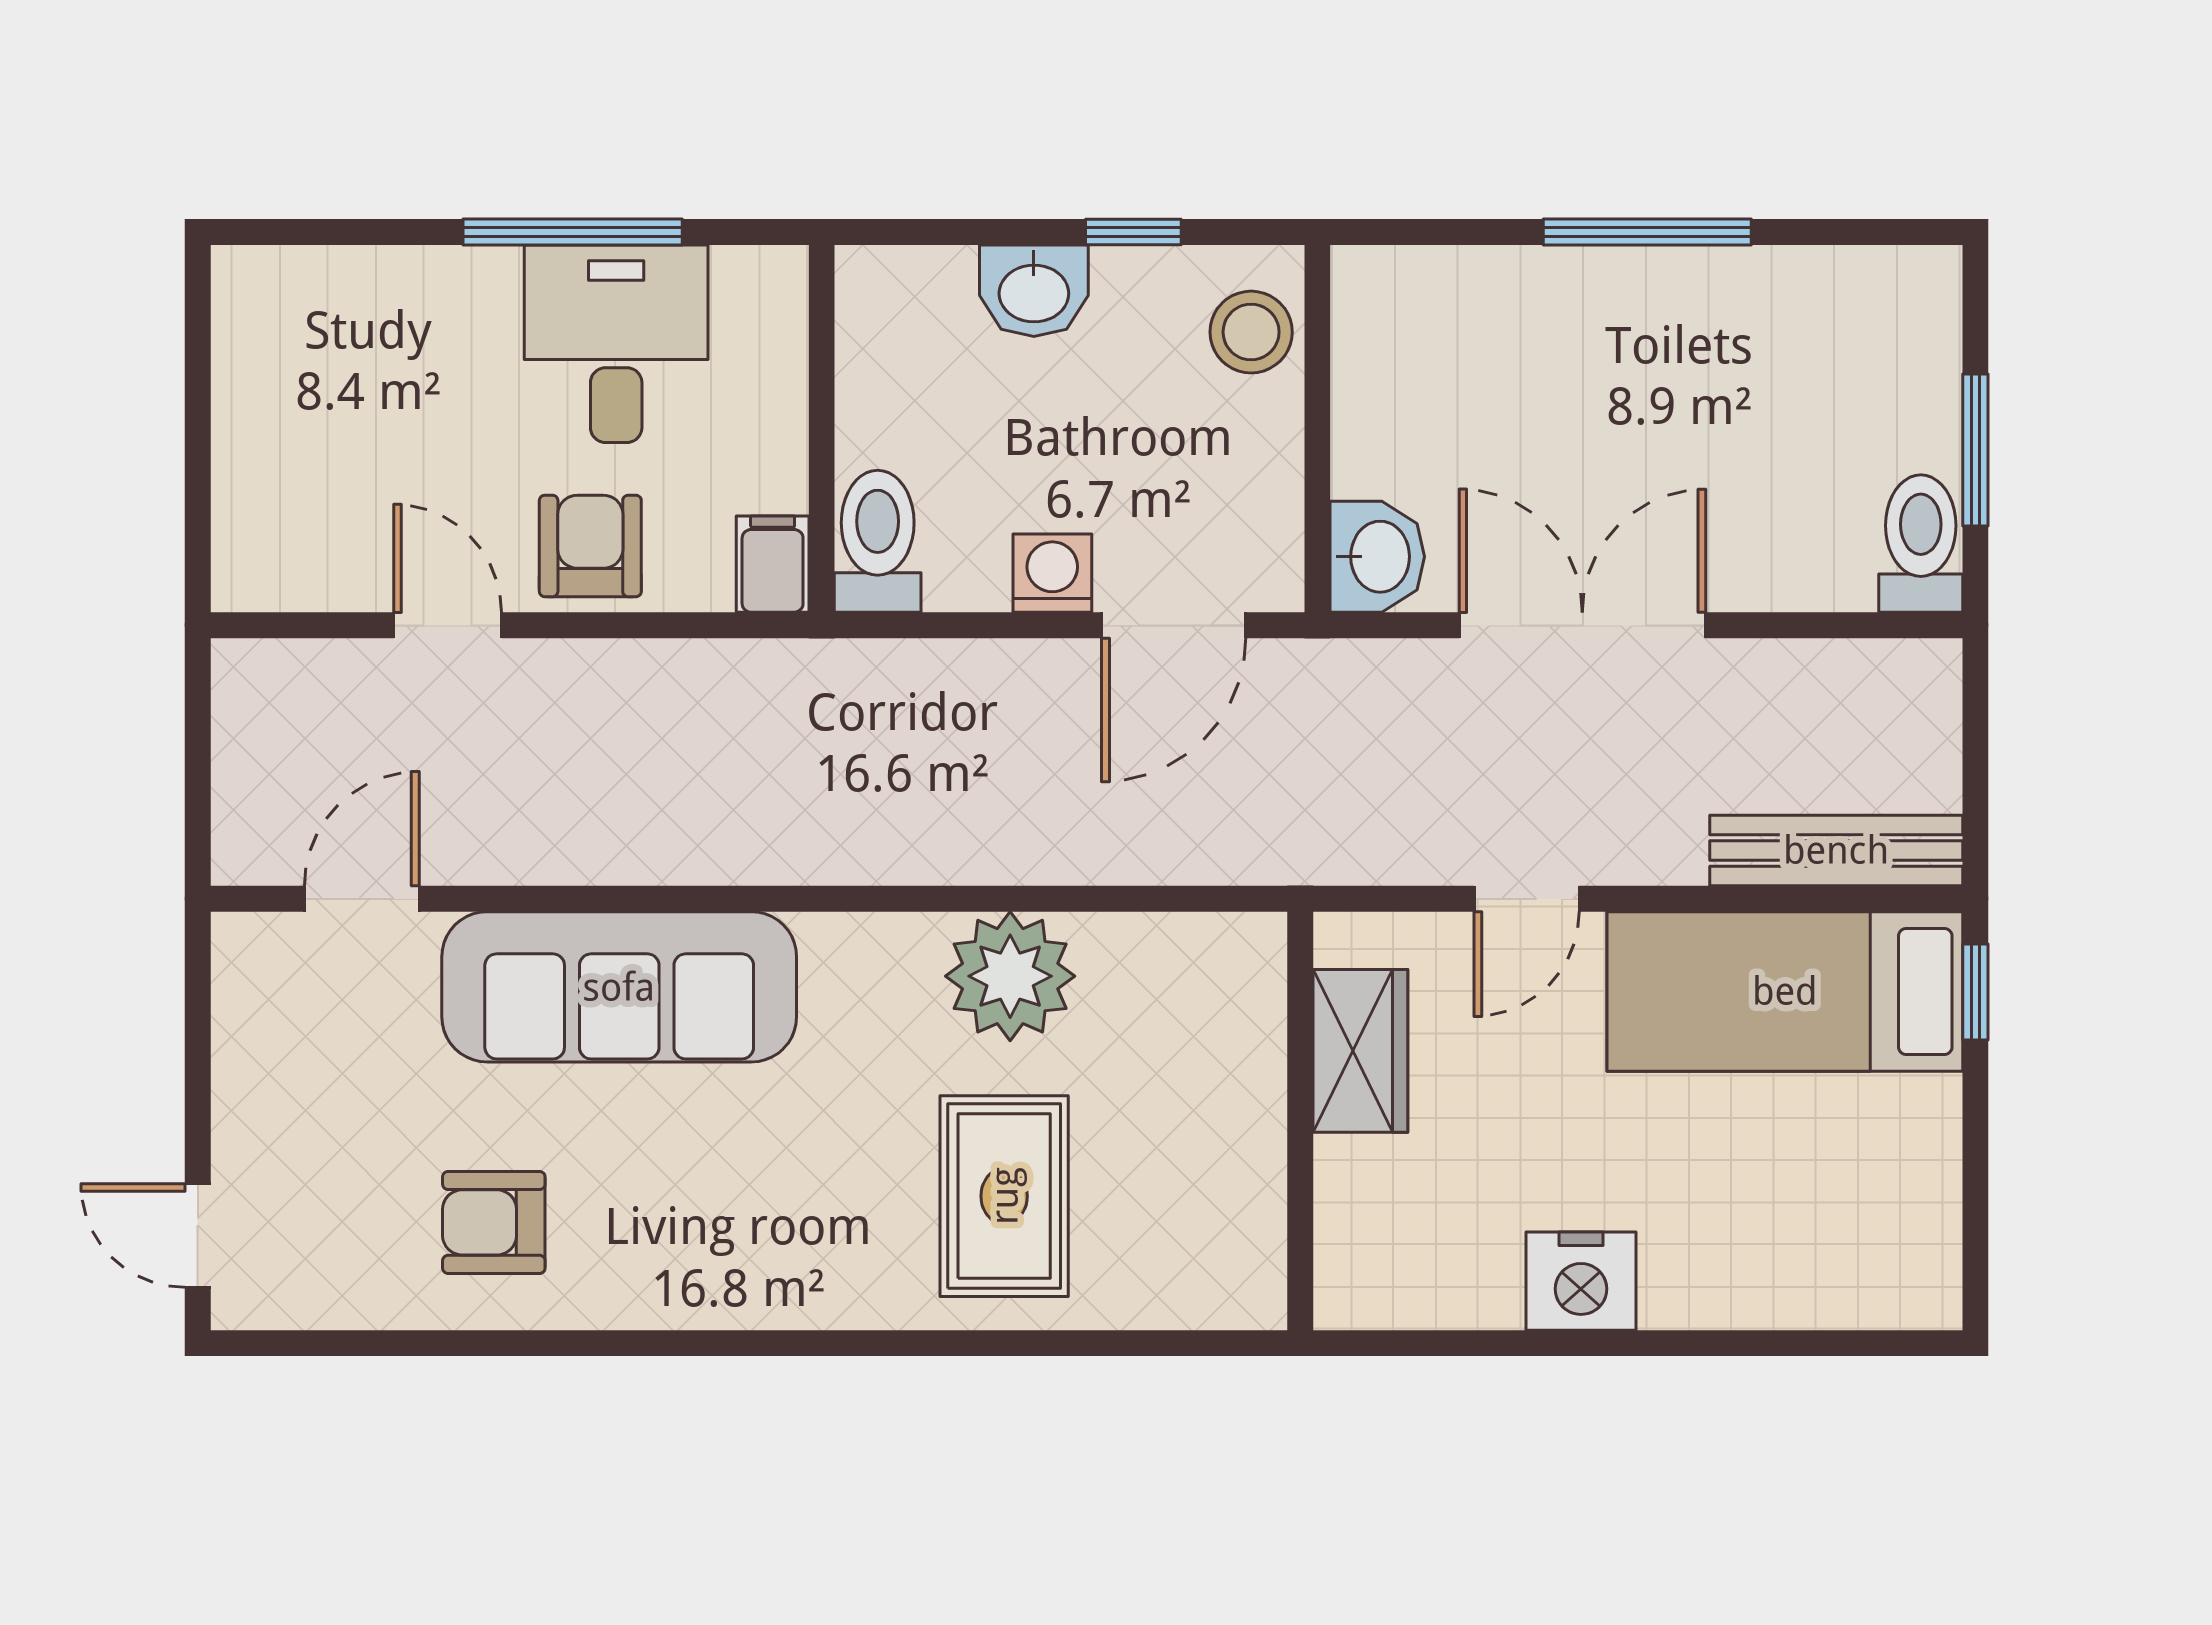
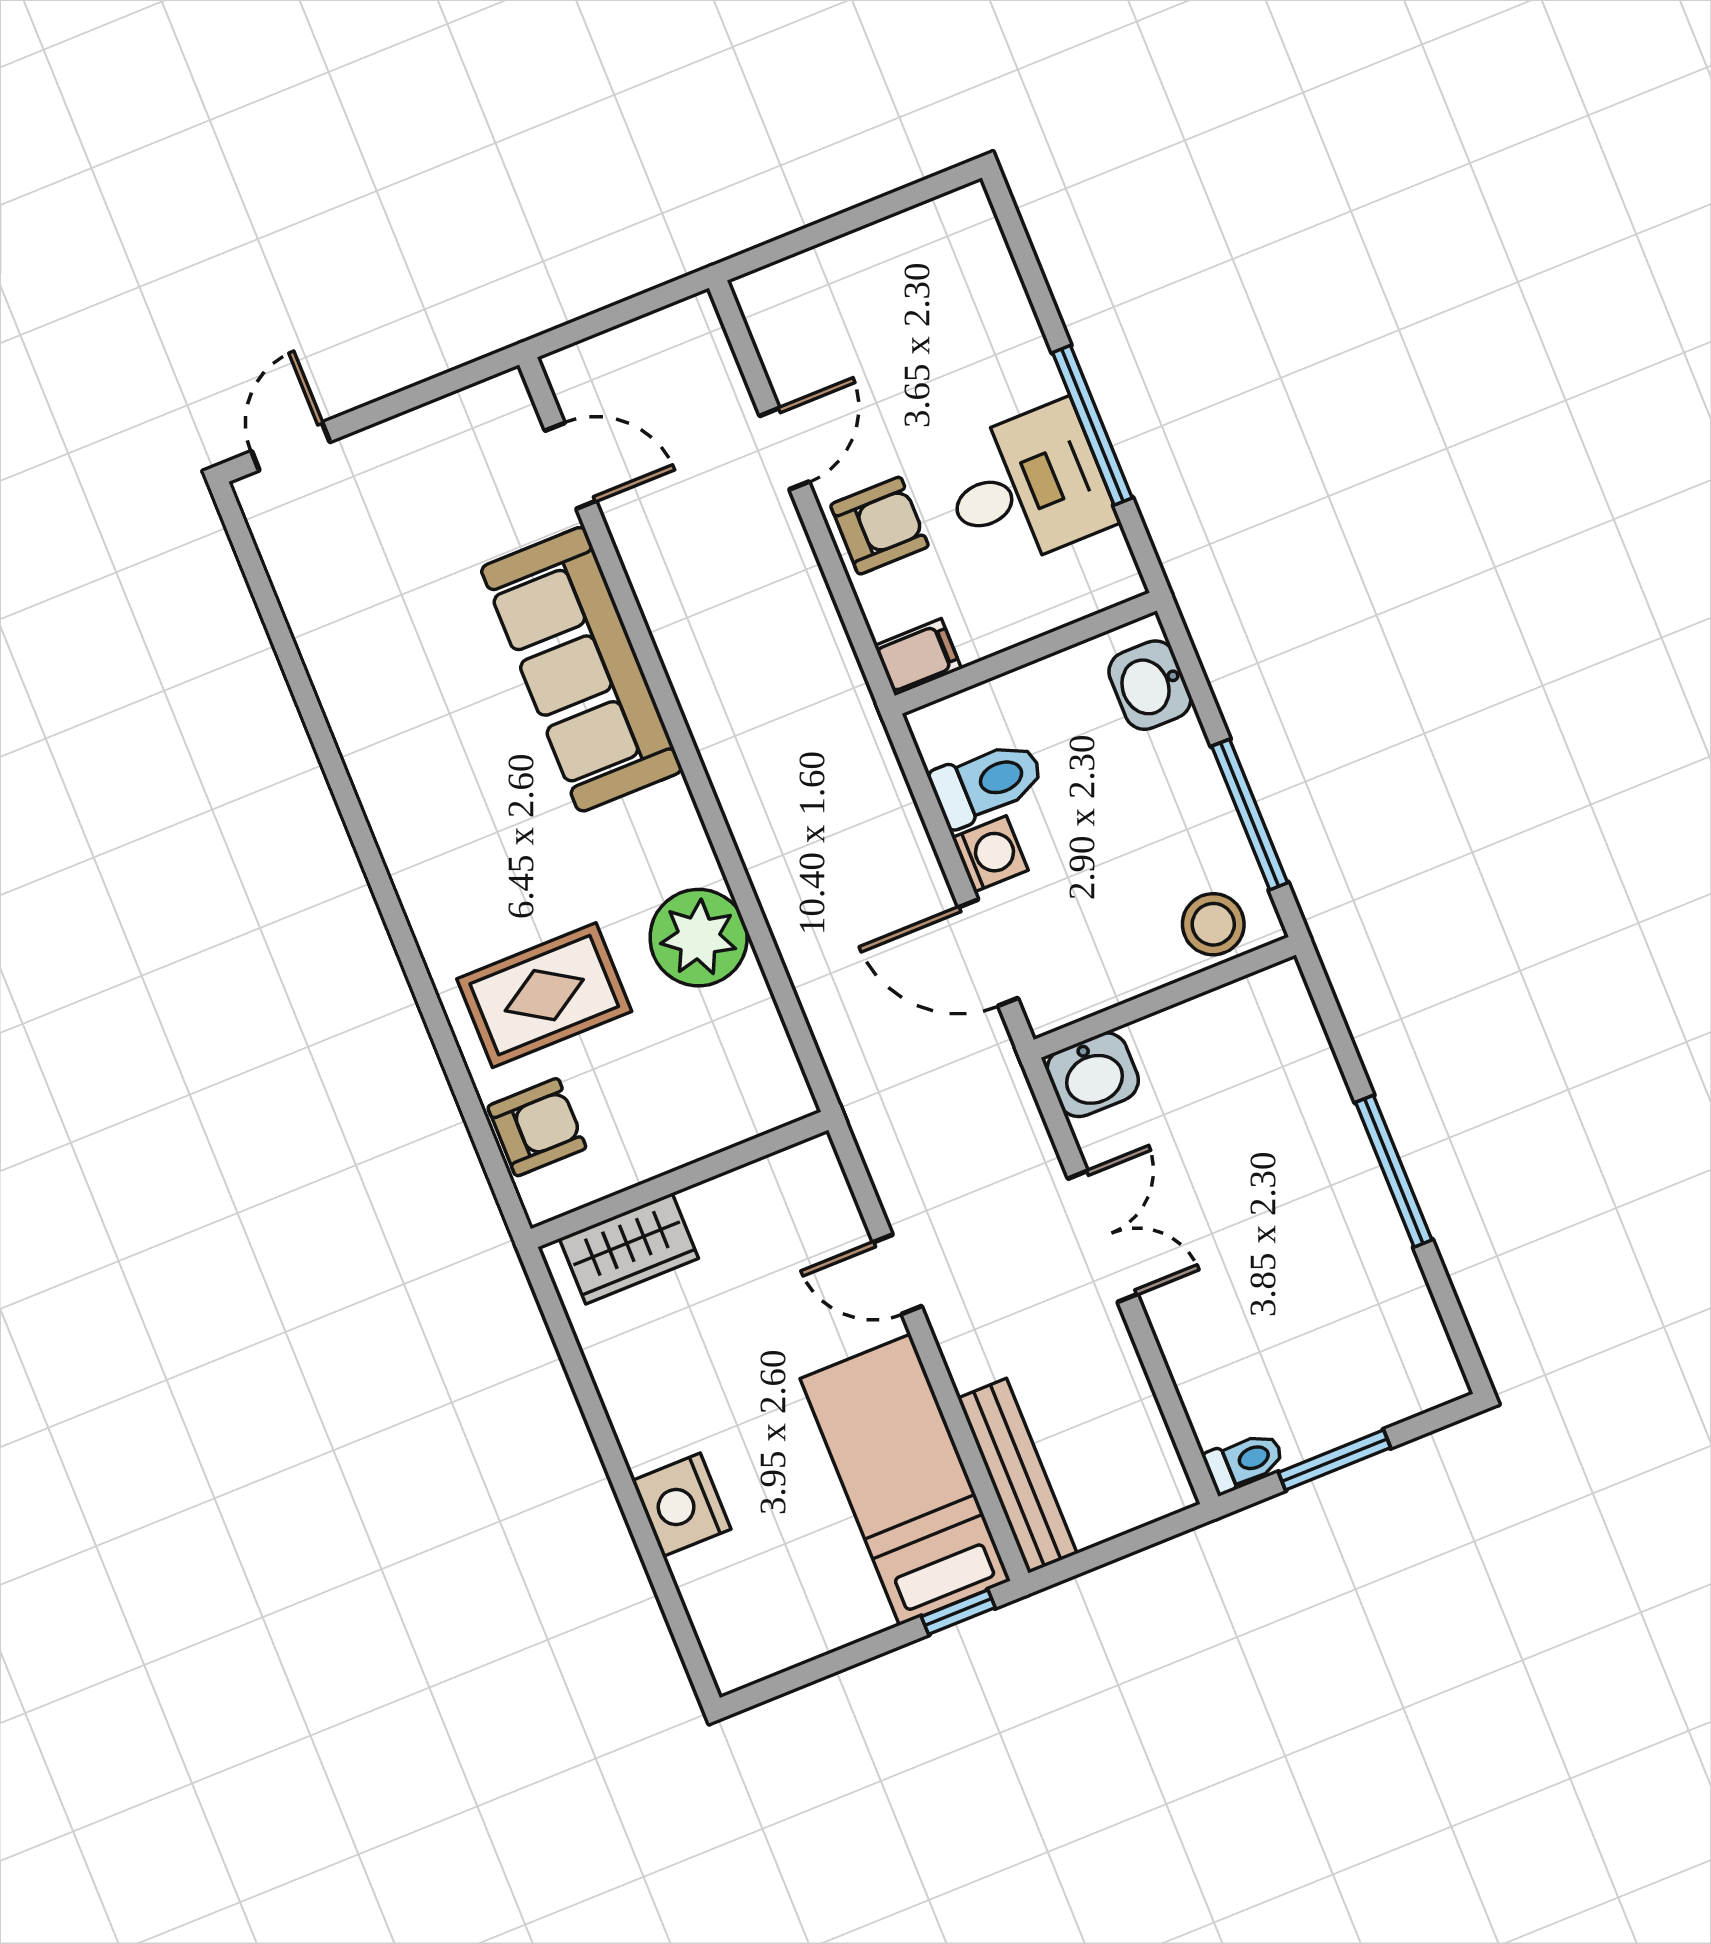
window: (1133, 232) -> (1250, 814), width x2.17
washbasin: (1034, 291) -> (1150, 685), moved
toilet: (878, 541) -> (987, 783), moved
toilet: (1921, 544) -> (1244, 1462), width x0.73, depth x0.72
double door: (1582, 625) -> (1103, 1236), width x0.73
wardrobe: (1360, 1051) -> (629, 1249), moved
armchair: (494, 1222) -> (537, 1127), moved, turned 90
nightstand: (1581, 1281) -> (682, 1505), moved

